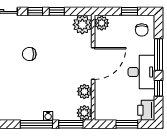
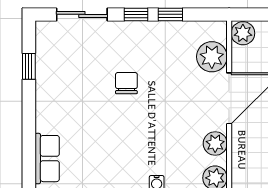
plant: (82, 25) -> (212, 57), moved
chair: (29, 54) -> (126, 83), turned 90

